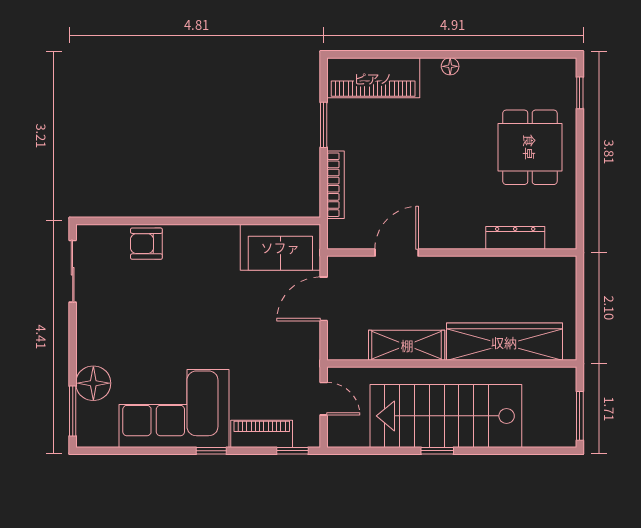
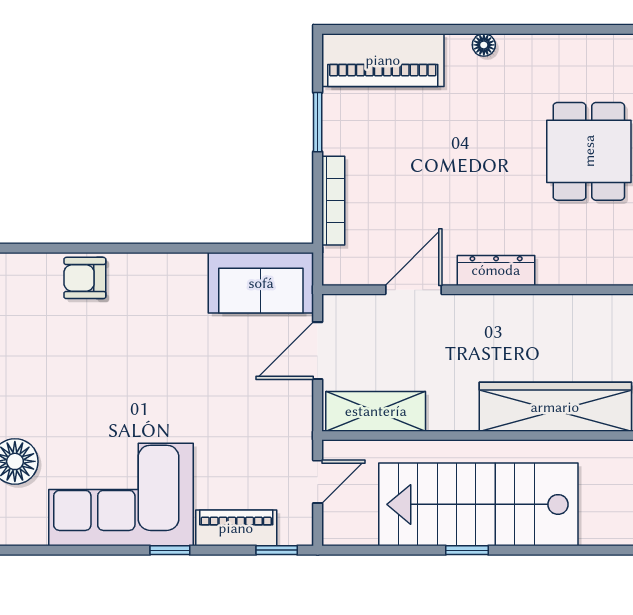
dresser: (515, 238) -> (496, 270), moved
shelving: (407, 345) -> (376, 411), moved
door: (324, 399) -> (318, 482), hinge flipped

